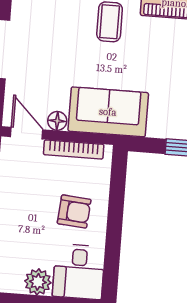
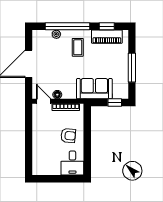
sofa: (108, 112) -> (94, 89), moved
plant: (38, 282) -> (54, 169), removed

